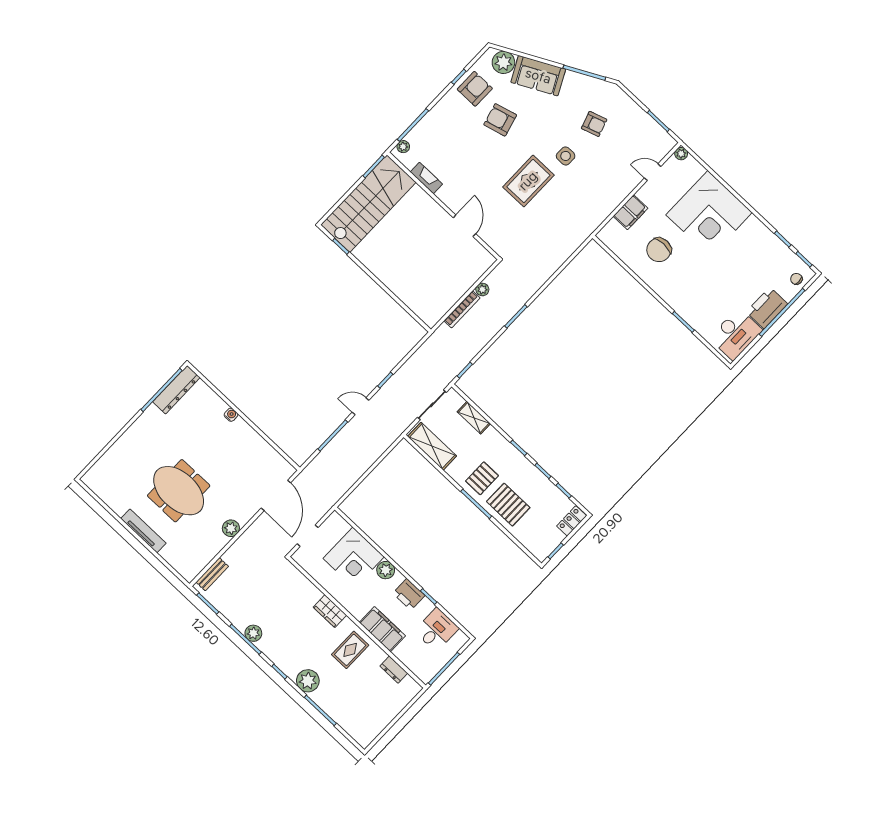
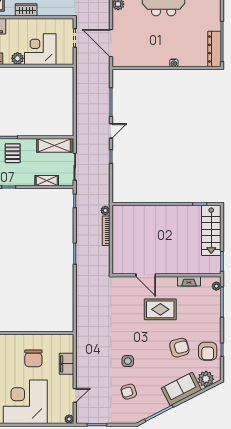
rug: (528, 181) -> (160, 309), moved, turned 90
stairs: (368, 204) -> (211, 230), width x0.73, depth x0.66
chair: (659, 250) -> (33, 358), turned 180
plant: (482, 289) -> (105, 210), moved

